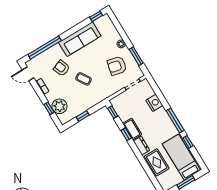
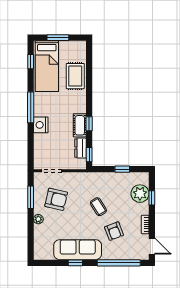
window: (96, 16) -> (75, 263), moved
nightstand: (154, 103) -> (41, 125), moved
window: (188, 142) -> (31, 62), moved
dresser: (141, 146) -> (80, 148), moved

